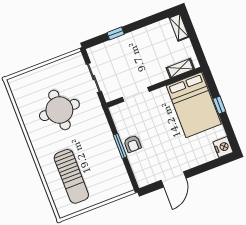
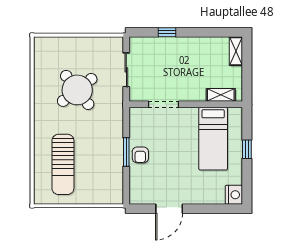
bed: (194, 105) -> (213, 139), width x0.67
round table: (59, 110) -> (77, 90), turned -38

